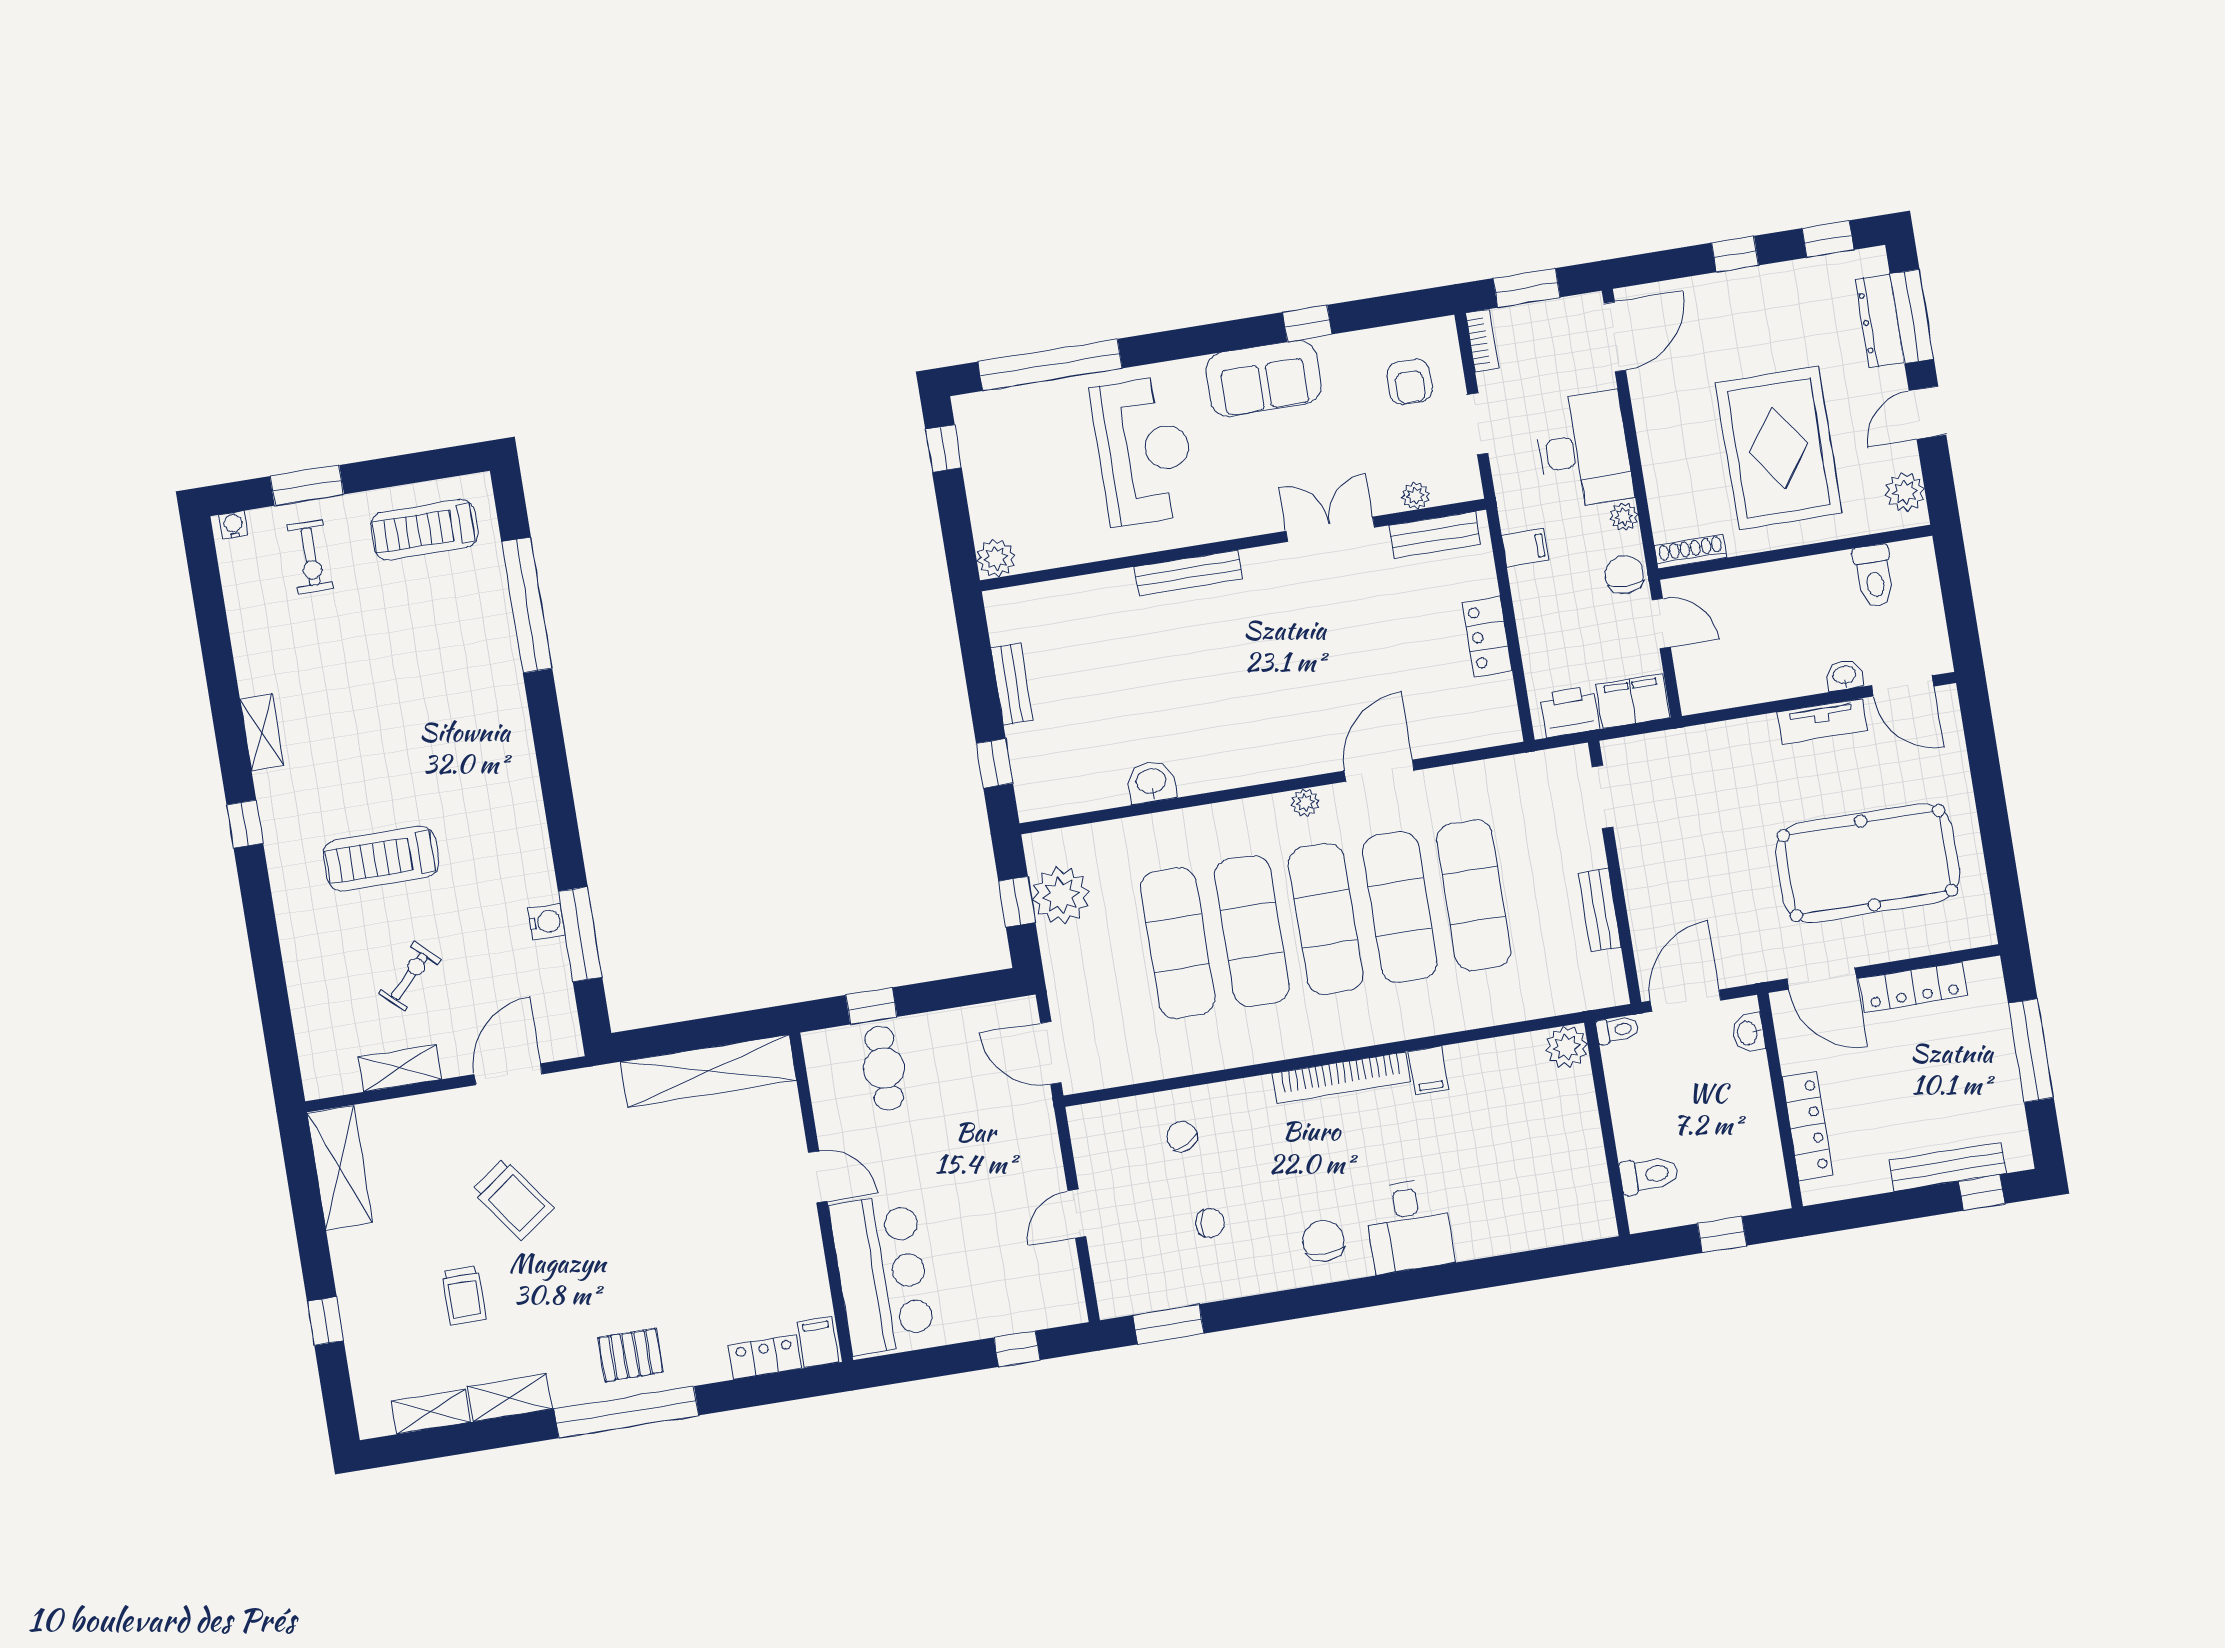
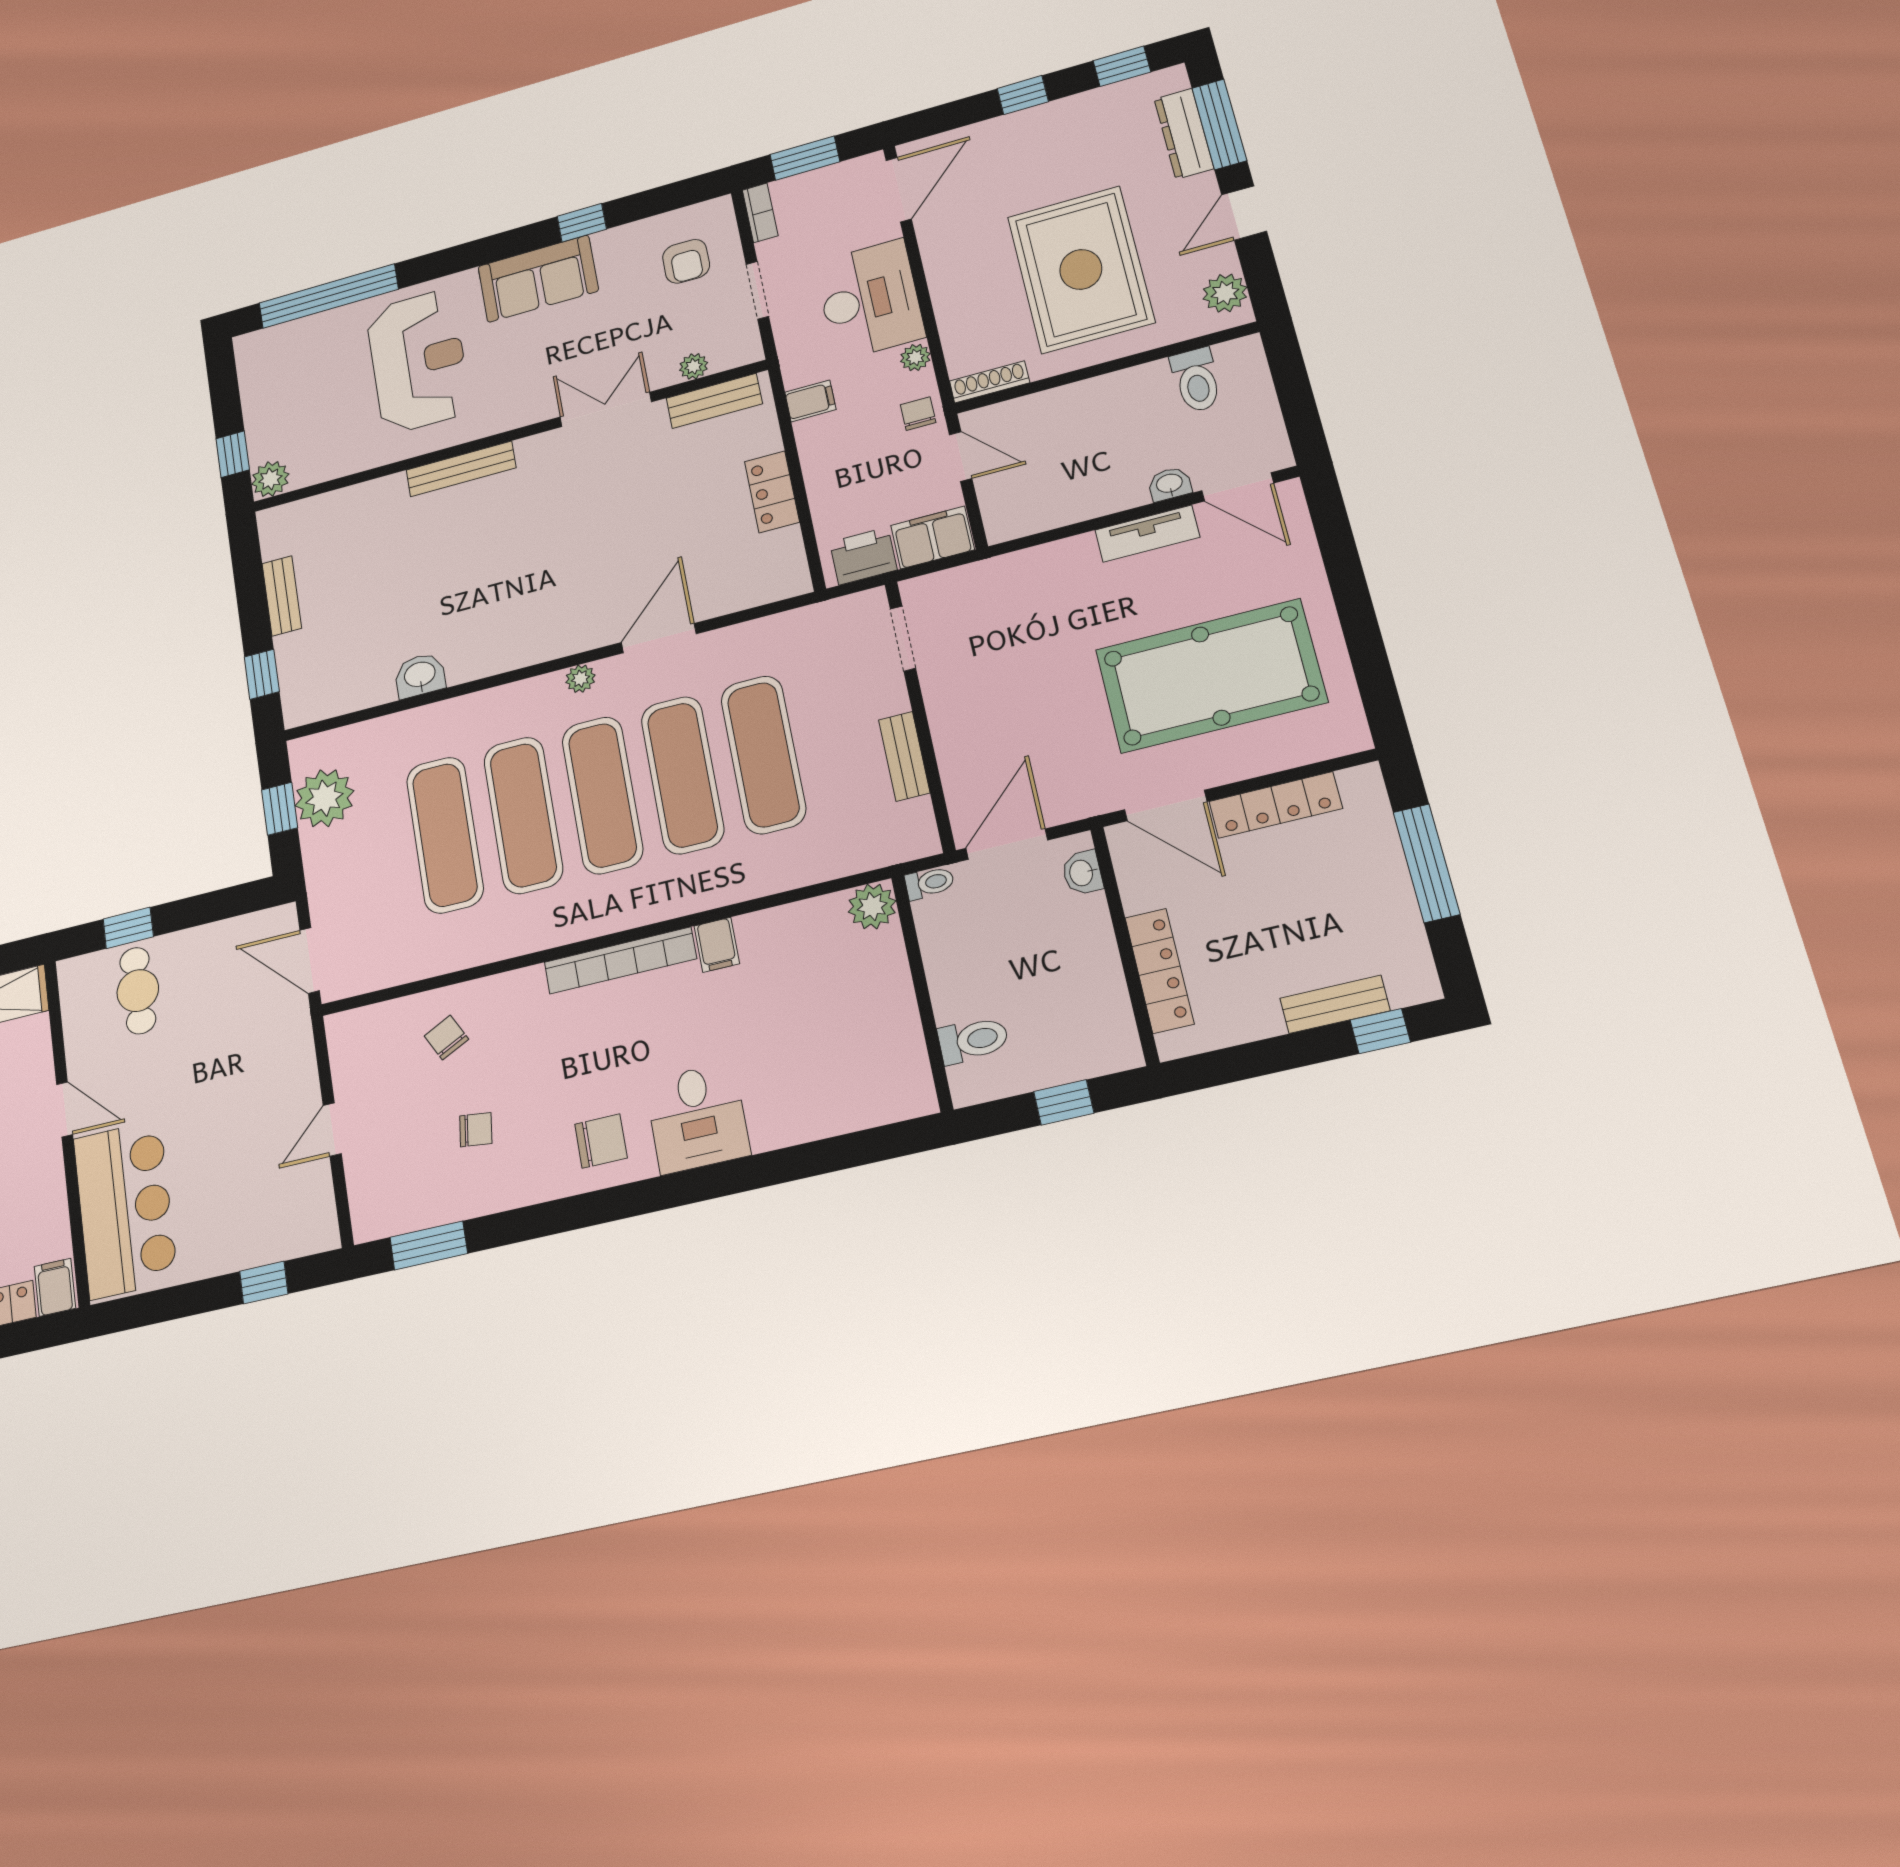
window: (943, 448) -> (233, 454), moved
chair: (1624, 575) -> (918, 414), width x0.73, depth x0.73
bench: (1948, 1167) -> (1335, 1004), width x0.73
chair: (1323, 1241) -> (601, 1141), turned 90

